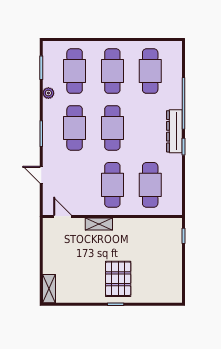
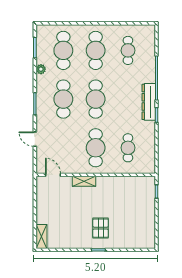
cafe table: (150, 71) -> (128, 50), width x0.73, depth x0.74
cafe table: (150, 185) -> (128, 148), width x0.73, depth x0.74
pallet: (118, 279) -> (101, 228), width x0.67, depth x0.71

